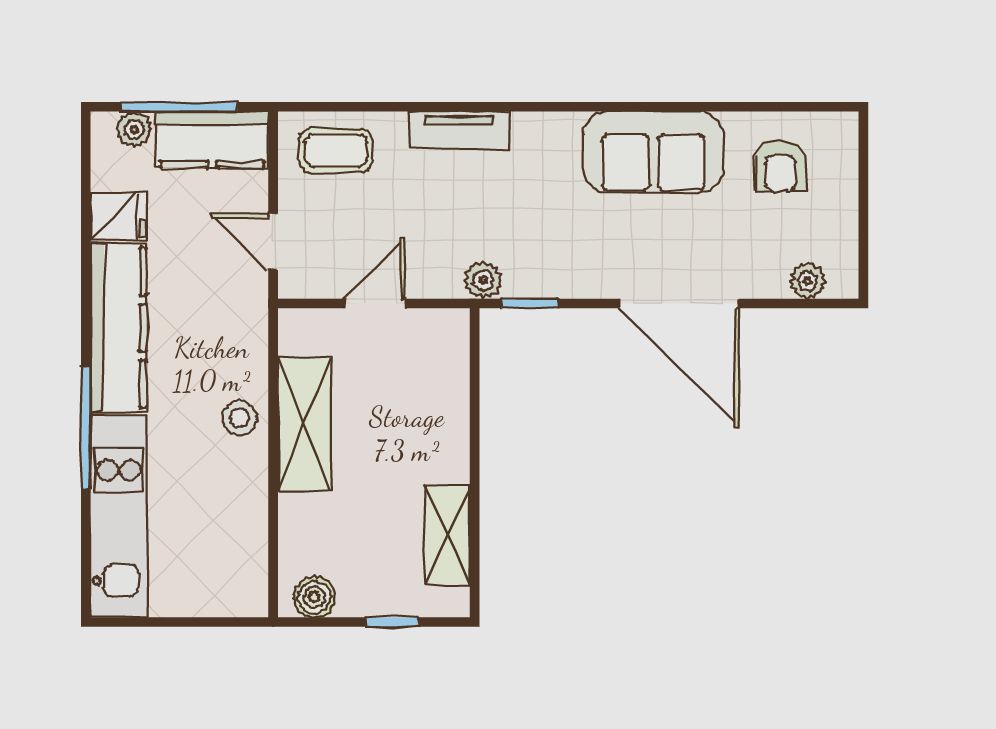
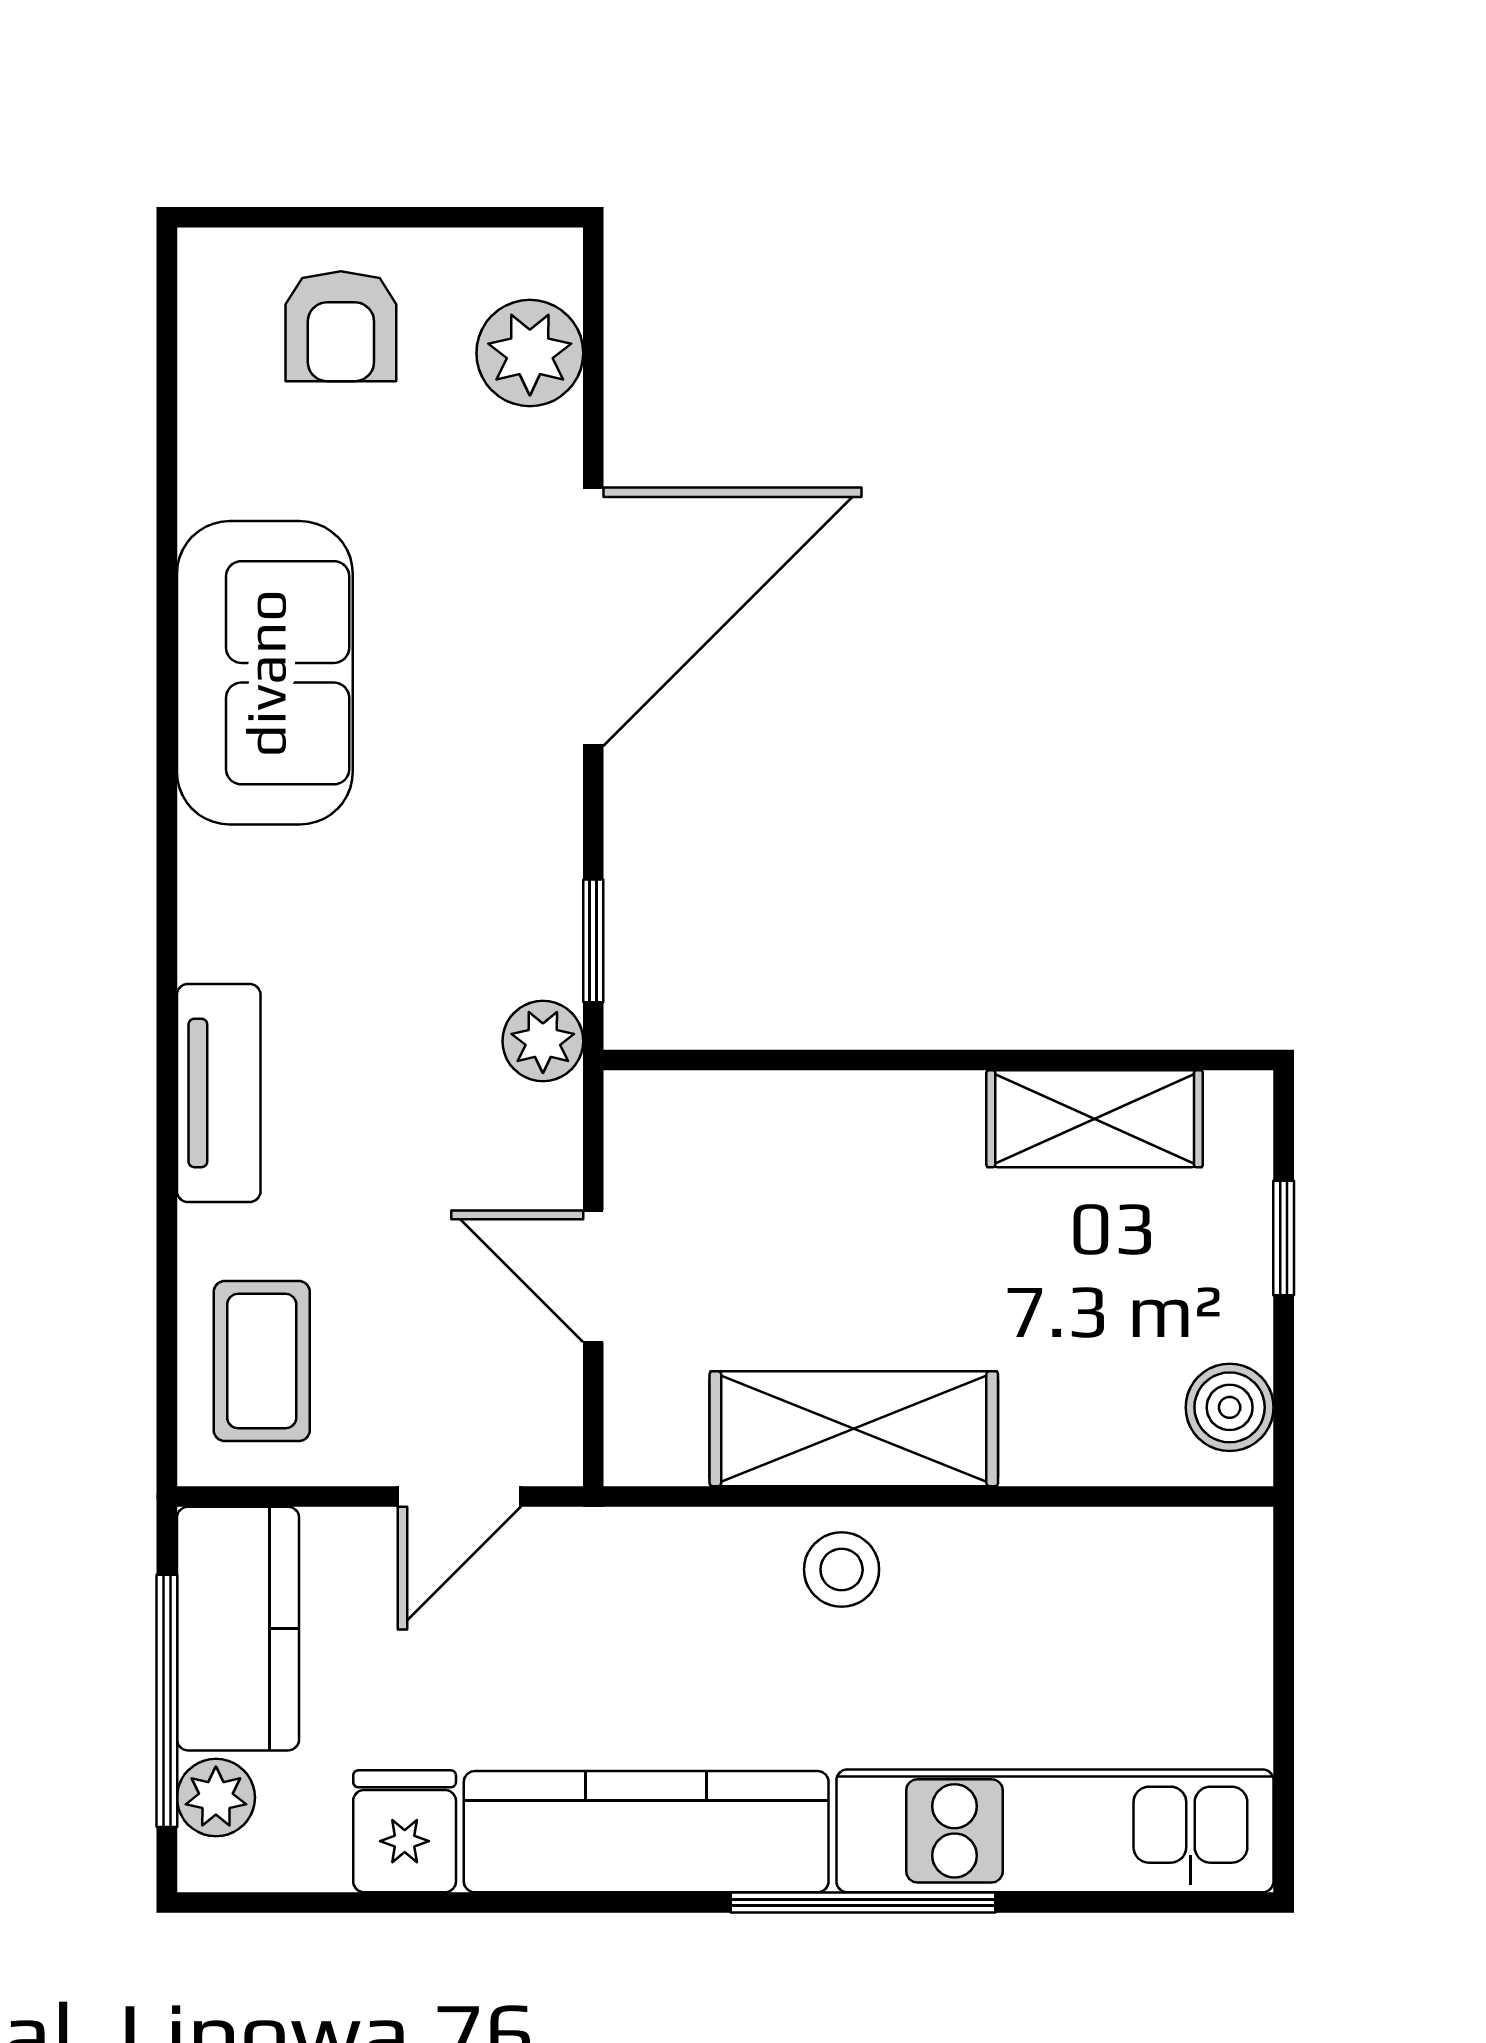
armchair: (781, 166) -> (341, 326), moved, turned 90
plant: (807, 281) -> (530, 353), width x1.38, depth x1.38

